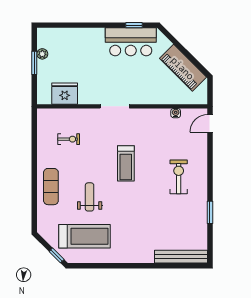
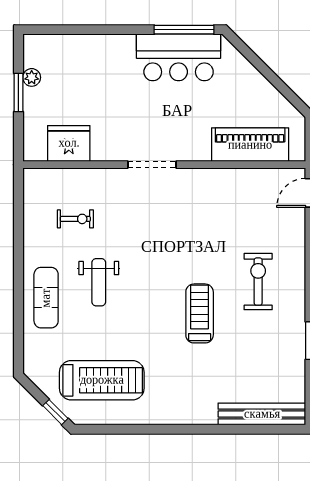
window: (134, 25) -> (184, 30), width x2.17
piano: (183, 68) -> (250, 145), moved, turned 135
water cooler: (176, 113) -> (253, 176), removed
treadmill: (126, 163) -> (200, 313), moved, turned 180
weight bench: (90, 197) -> (99, 282), moved, turned 180

